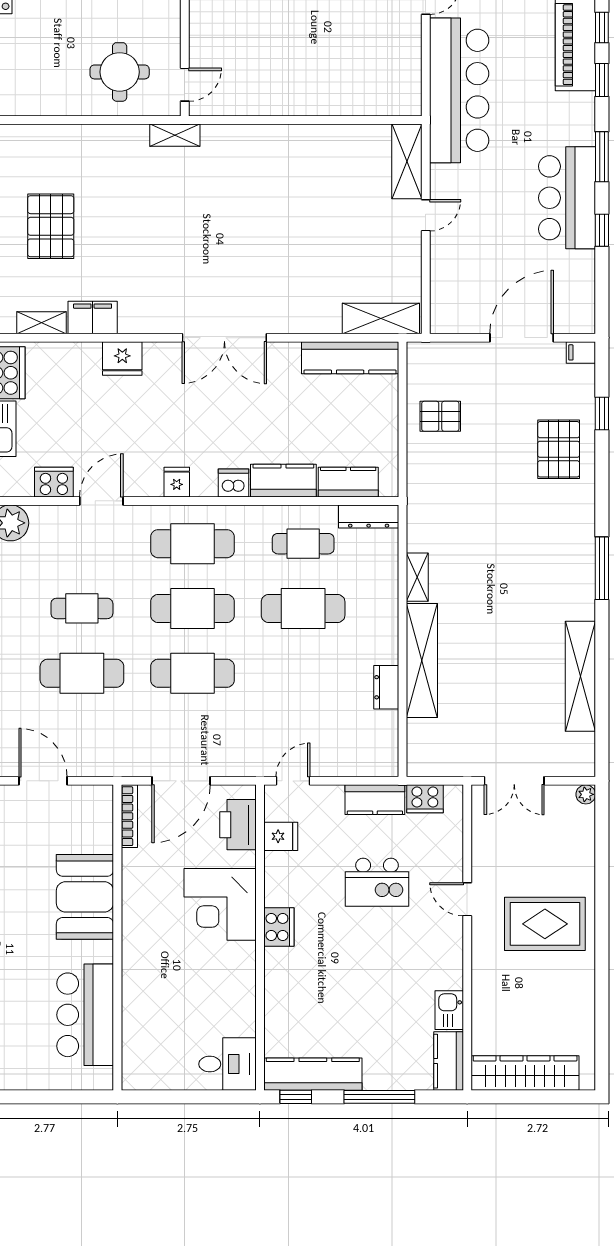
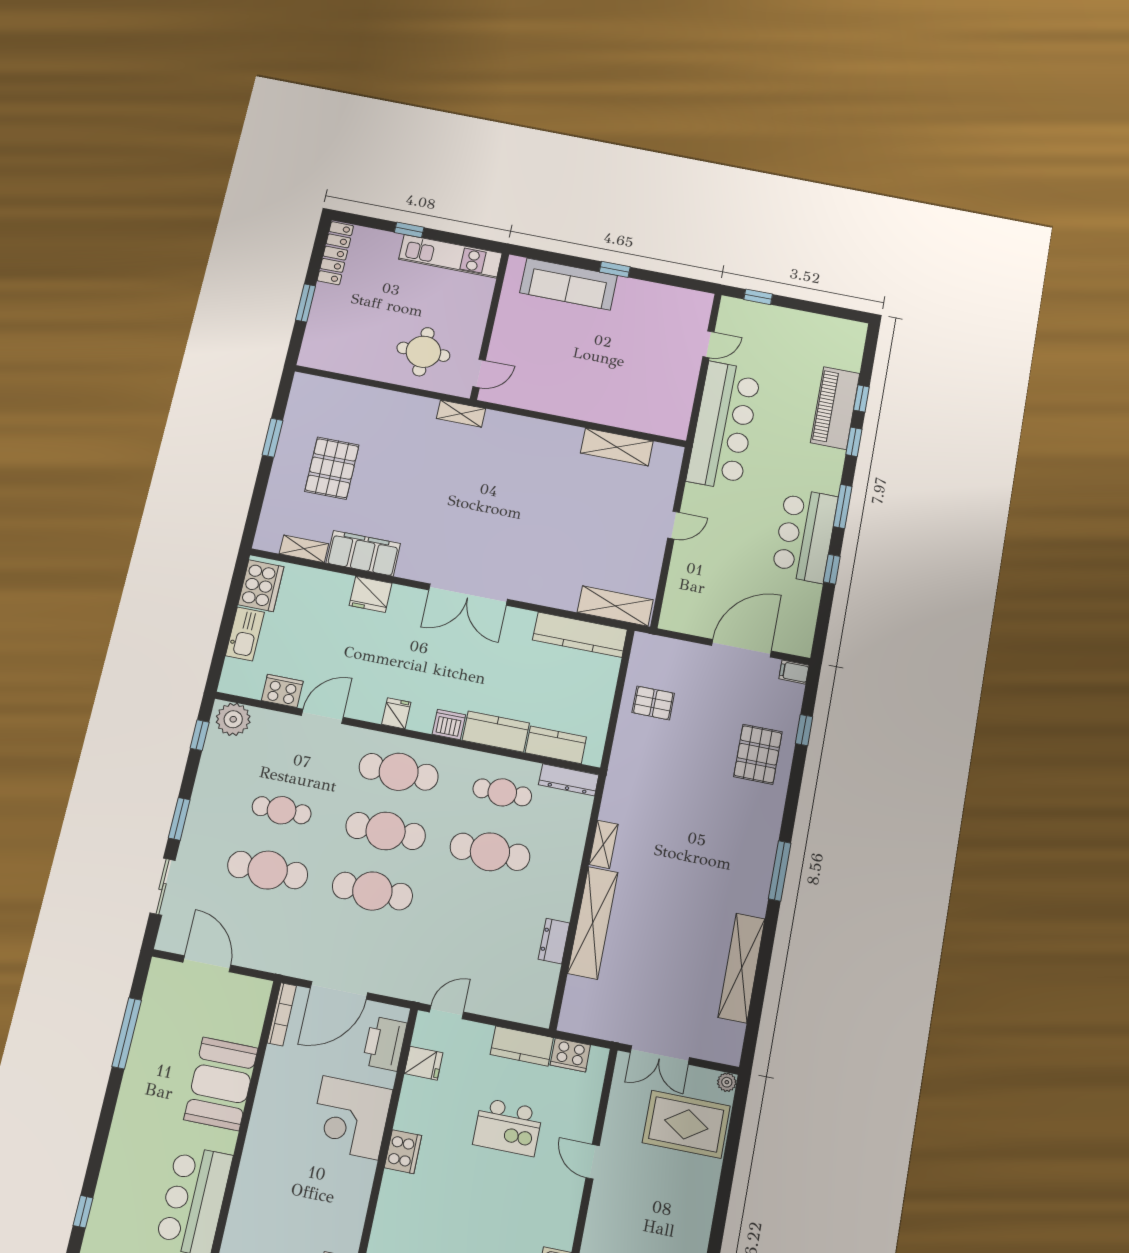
shelving: (407, 161) -> (617, 447), moved, turned 90
filing cabinet: (93, 317) -> (363, 553), width x1.50, depth x1.17
rug: (545, 924) -> (686, 1124), moved

